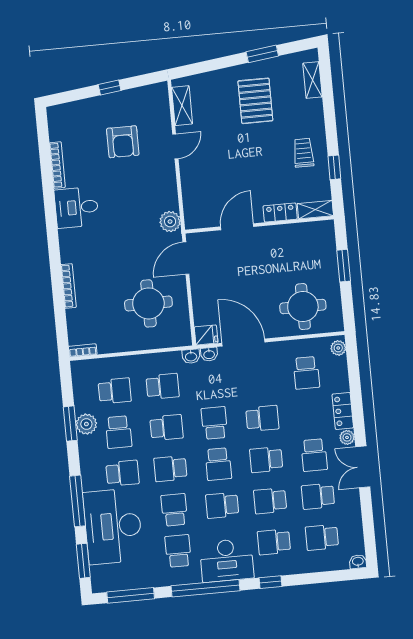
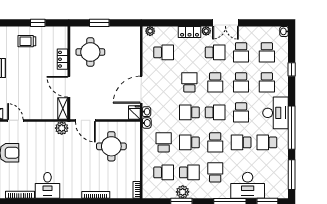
shelving: (315, 210) -> (63, 108), moved
round table: (303, 307) -> (90, 52), moved
school desk: (115, 391) -> (164, 172), turned 90
school desk: (166, 428) -> (189, 142), turned -90
desk: (113, 526) -> (248, 185), width x0.73, depth x0.77
window: (271, 582) -> (292, 69), moved

